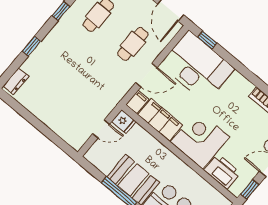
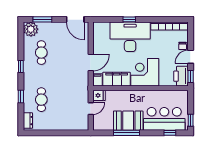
window: (207, 40) -> (129, 19), moved
cafe table: (133, 44) -> (41, 100), moved
desk: (197, 67) -> (130, 37), moved
printer: (222, 172) -> (181, 76), moved, turned -90

